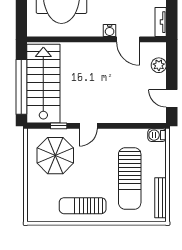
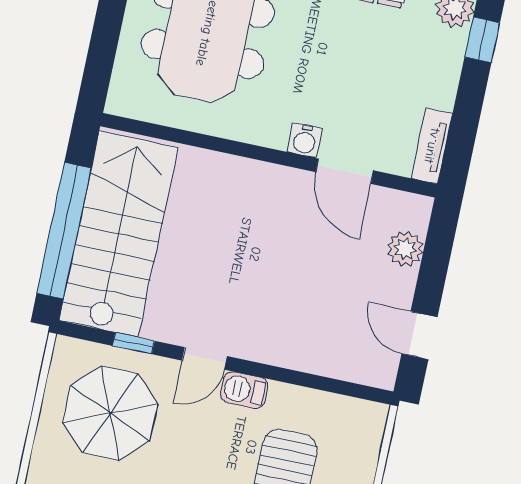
barbecue: (157, 135) -> (244, 390), moved

